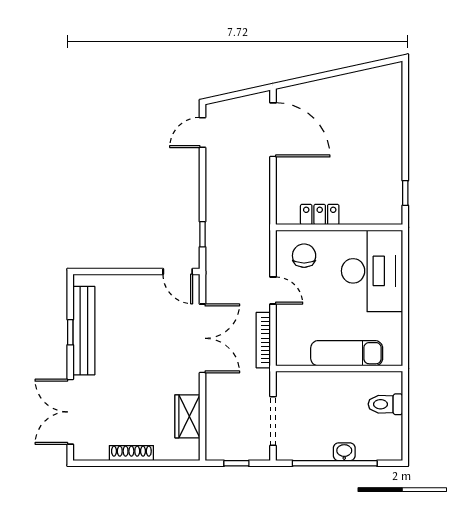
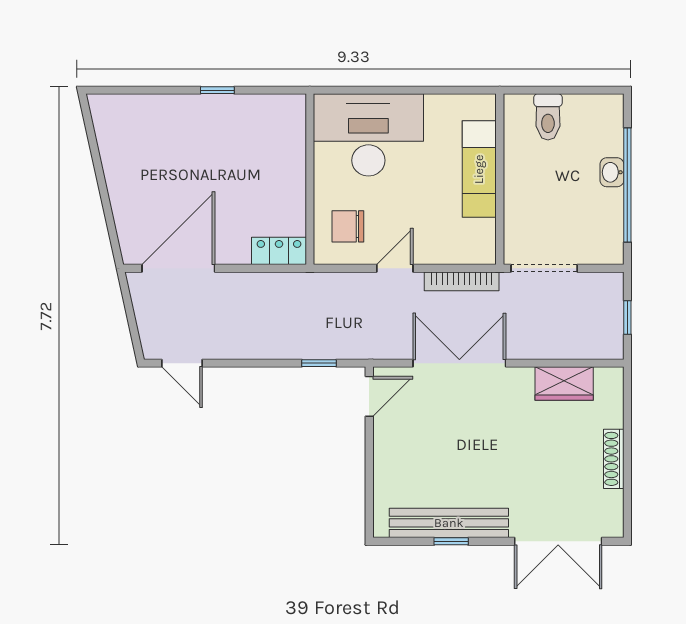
window: (405, 193) -> (217, 90), moved
locker: (320, 215) -> (279, 251), moved, turned 90
doorway: (273, 421) -> (544, 268), moved

